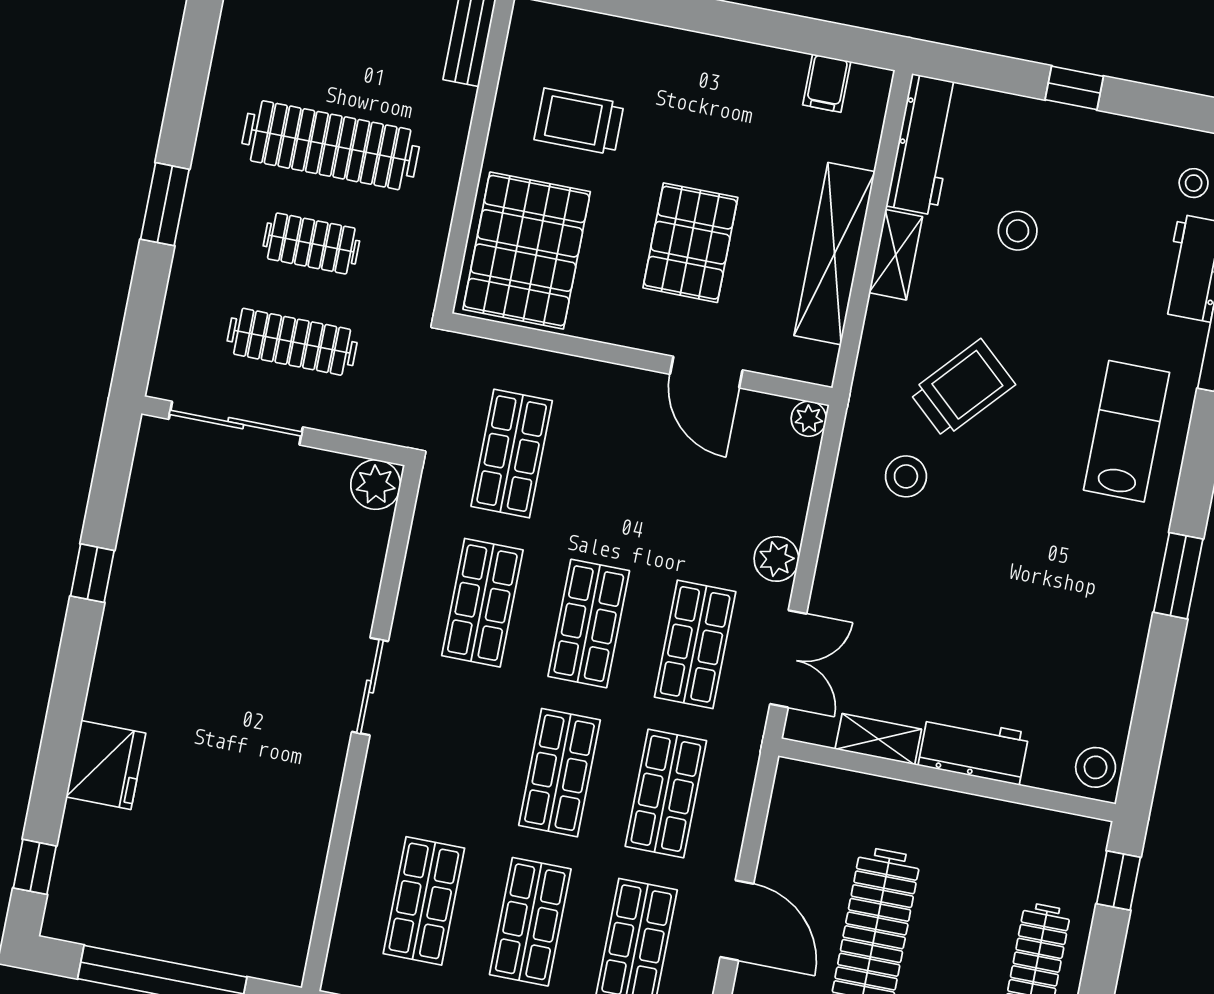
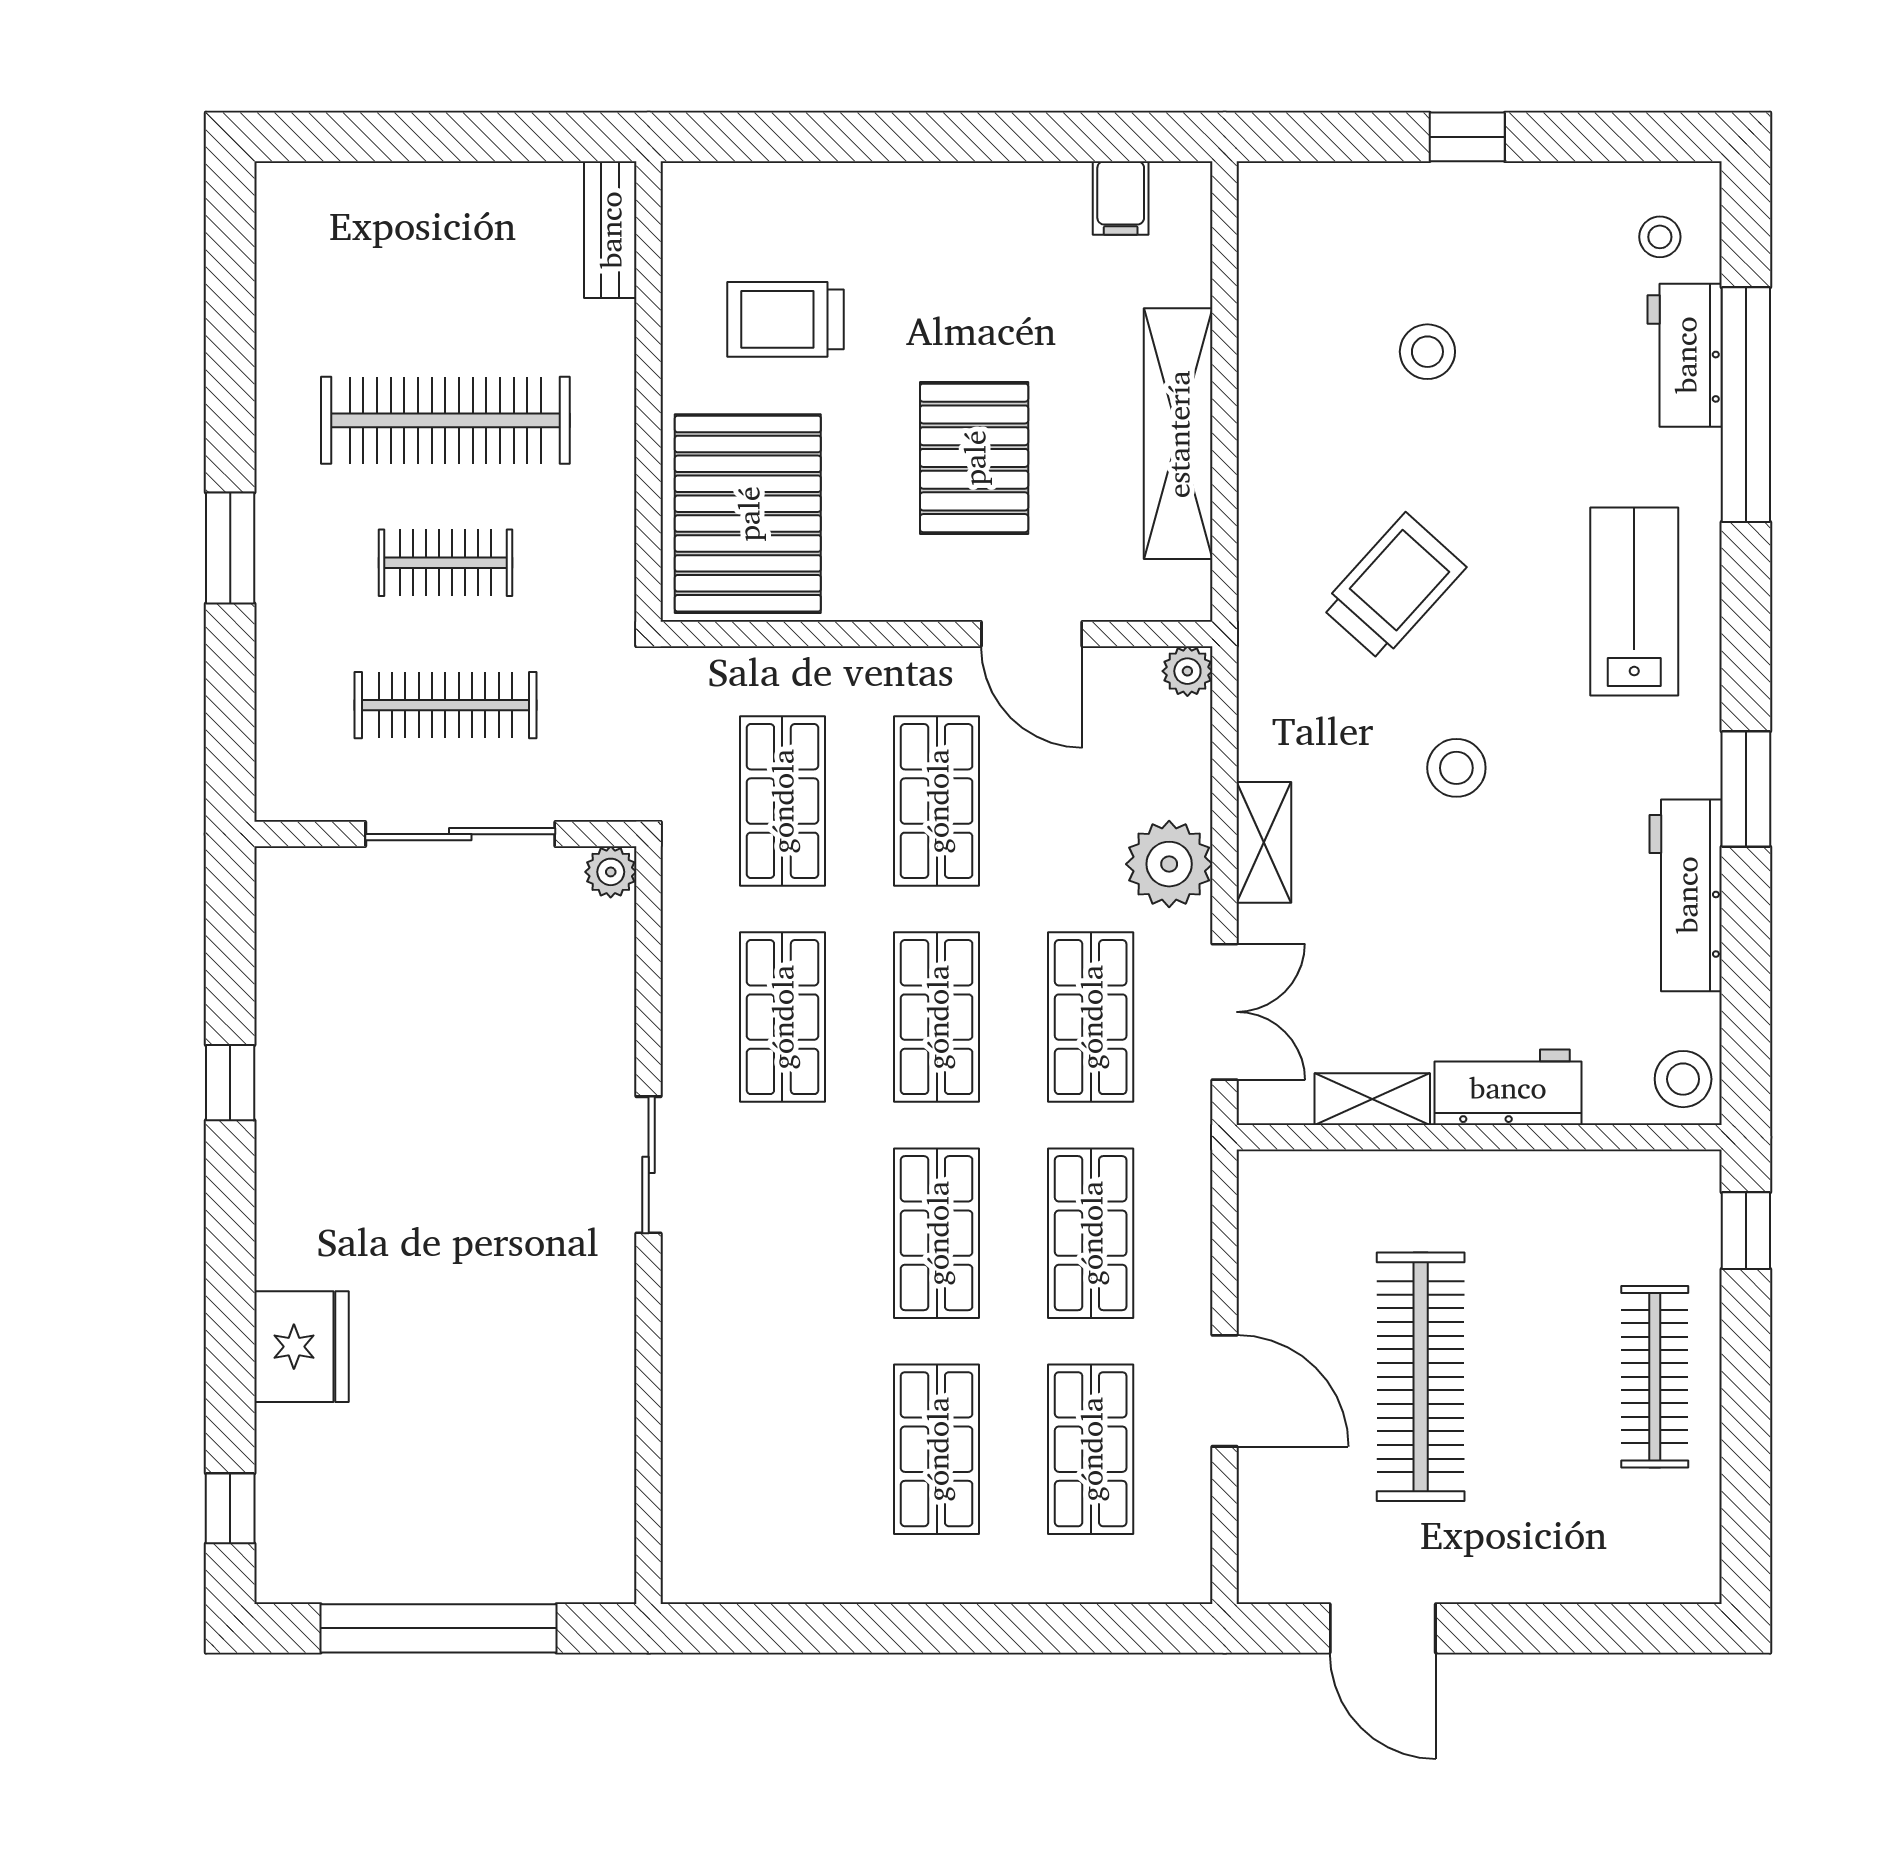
workbench: (924, 145) -> (1686, 895), moved, turned 180
shelving: (896, 255) -> (1264, 842), moved
sliding door: (236, 423) -> (460, 834), moved
stool: (906, 476) -> (1456, 768), moved
plant: (376, 485) -> (611, 872), width x0.73, depth x0.73
plant: (776, 559) -> (1169, 864), width x1.36, depth x1.36
shop shelf: (424, 901) -> (937, 801), moved

